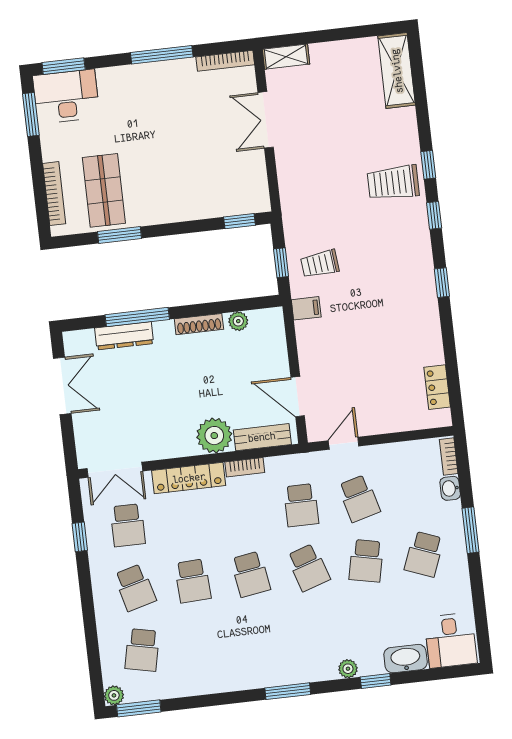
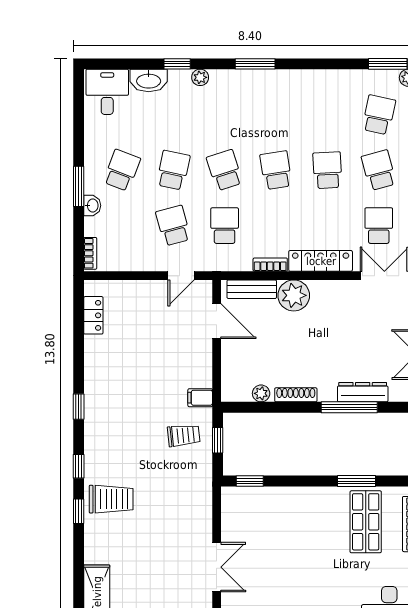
washbasin: (450, 488) -> (92, 205), moved

